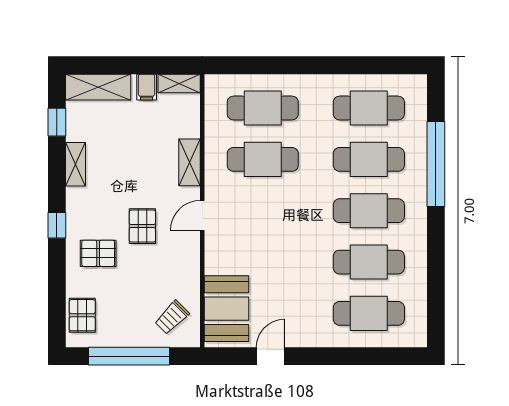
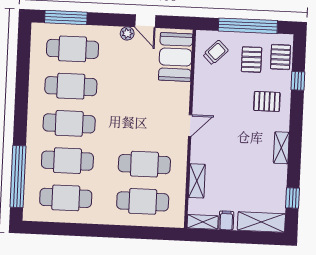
shelving: (190, 162) -> (197, 181), moved
shelving: (75, 164) -> (281, 148), moved
window: (436, 164) -> (18, 177), moved
window: (57, 225) -> (298, 81), moved
pallet: (142, 226) -> (252, 60), moved
plant: (295, 338) -> (127, 33), added
door: (270, 356) -> (145, 21), hinge flipped
window: (380, 356) -> (66, 18), added

